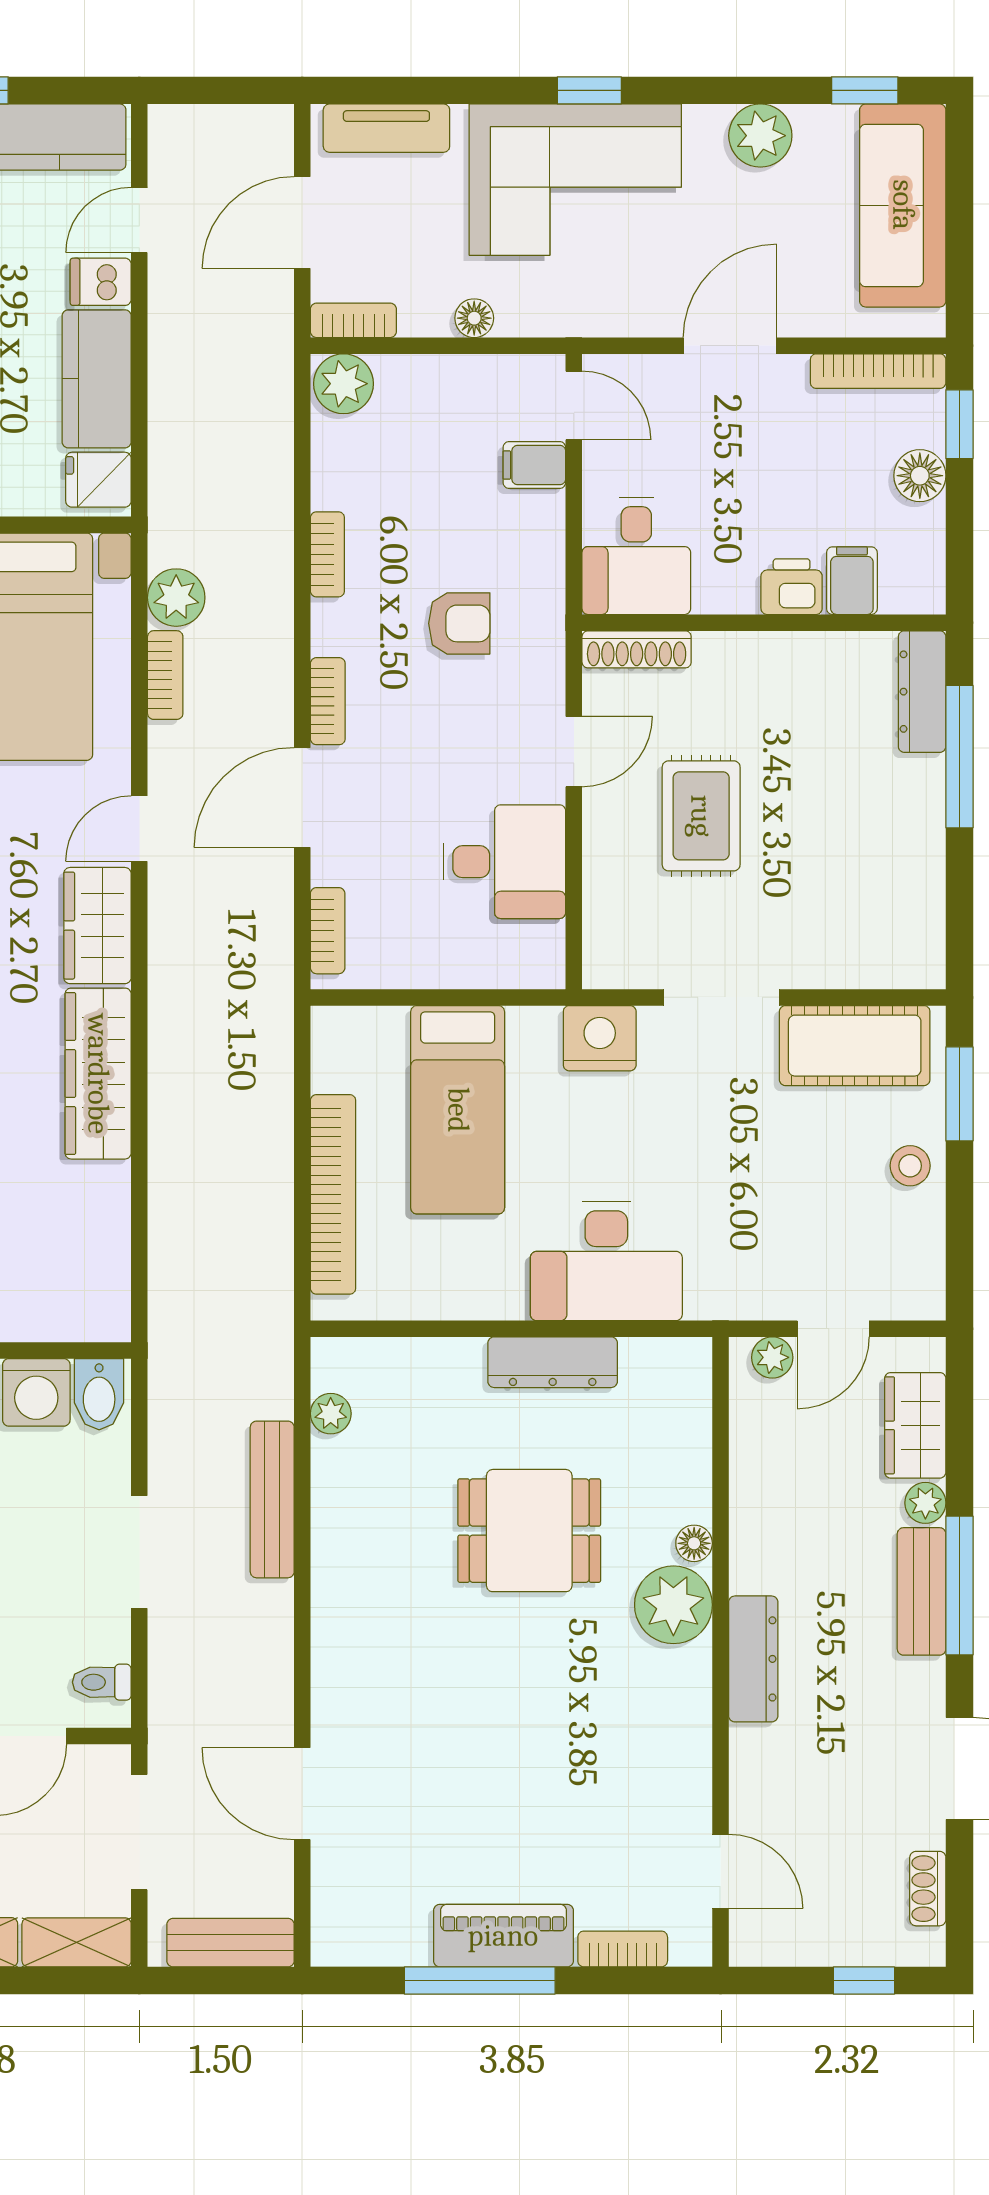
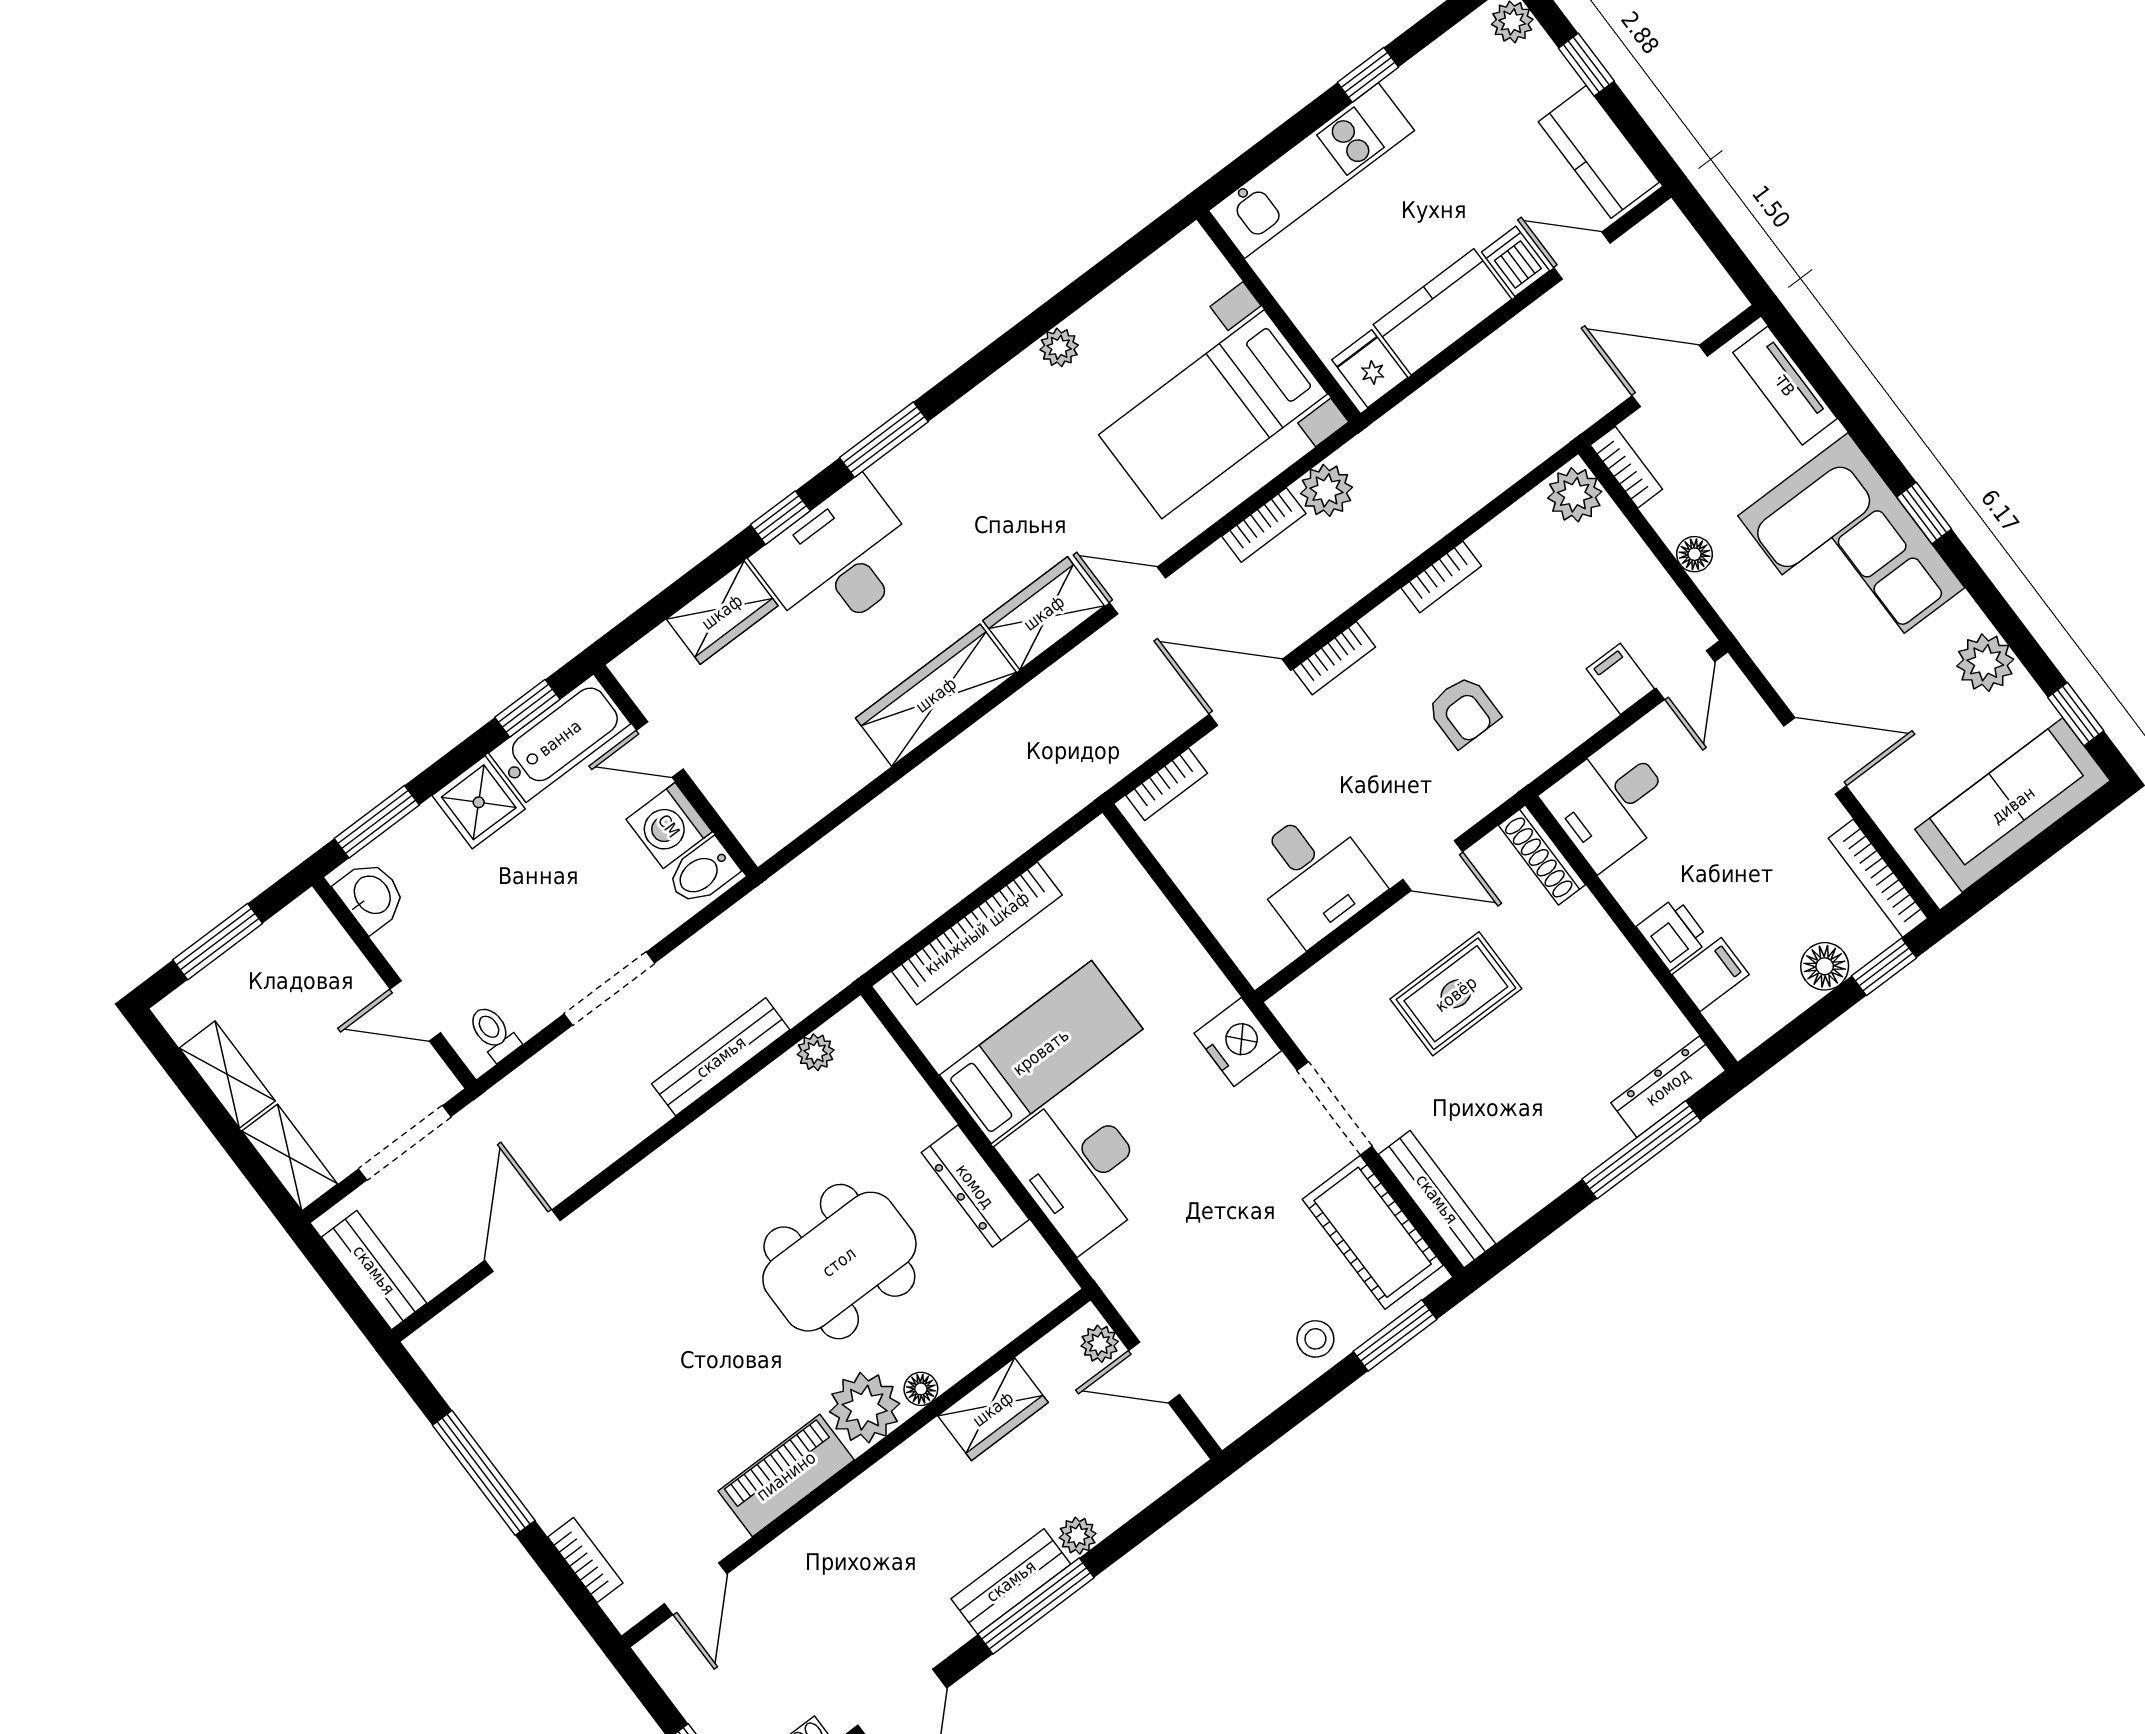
bench: (868, 967) -> (1437, 1199), added
bed: (458, 1110) -> (1041, 1052), moved, turned 180
wardrobe: (915, 1425) -> (993, 1409), moved, turned 180
dining table: (529, 1531) -> (839, 1262), width x1.38
dresser: (753, 1659) -> (869, 1496), removed
piano: (503, 1936) -> (786, 1476), moved, turned -90

